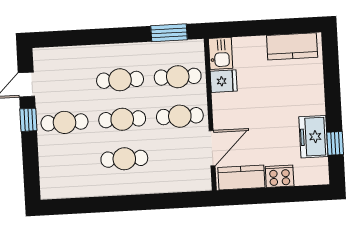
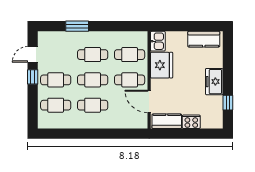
window: (169, 33) -> (77, 26), moved
fridge: (224, 81) -> (162, 65), width x1.88, depth x1.34
freezer: (313, 137) -> (214, 82), moved
door: (212, 148) -> (149, 101), swing flipped
cafe table: (67, 162) -> (56, 105), added

